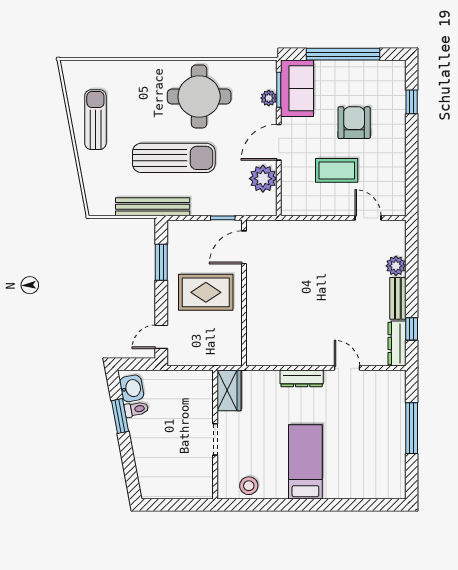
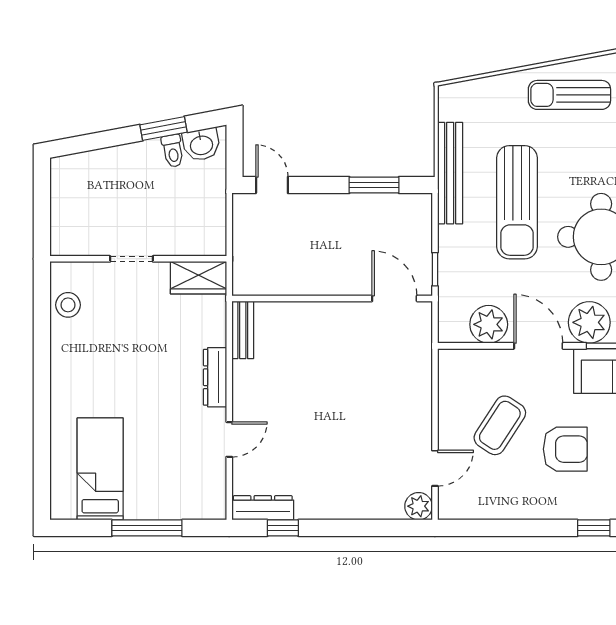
plant: (269, 98) -> (589, 322), width x1.88, depth x1.88
sun lounger: (95, 120) -> (569, 95), turned 180
coffee table: (337, 170) -> (500, 425), turned 33
plant: (396, 266) -> (419, 506), moved
rug: (206, 292) -> (333, 246), removed
bench: (398, 298) -> (243, 330), moved, turned 90
bed: (305, 462) -> (100, 469), moved, turned -90

